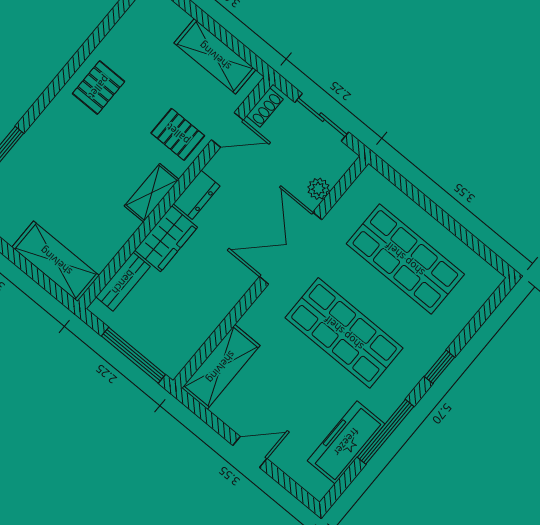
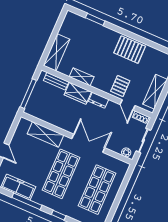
pallet: (99, 87) -> (130, 50), width x1.50, depth x1.42
plant: (318, 189) -> (126, 152), moved
shelving: (152, 193) -> (82, 77), moved
shelving: (221, 367) -> (46, 134), moved

